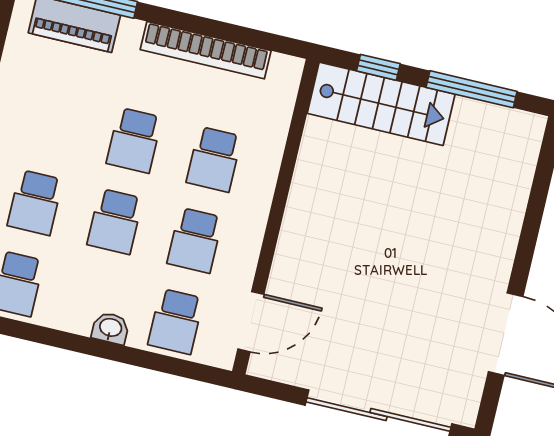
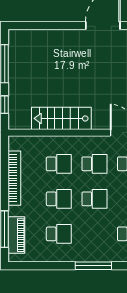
stairs: (381, 104) -> (61, 118), moved, turned -90
school desk: (35, 203) -> (59, 234), moved

